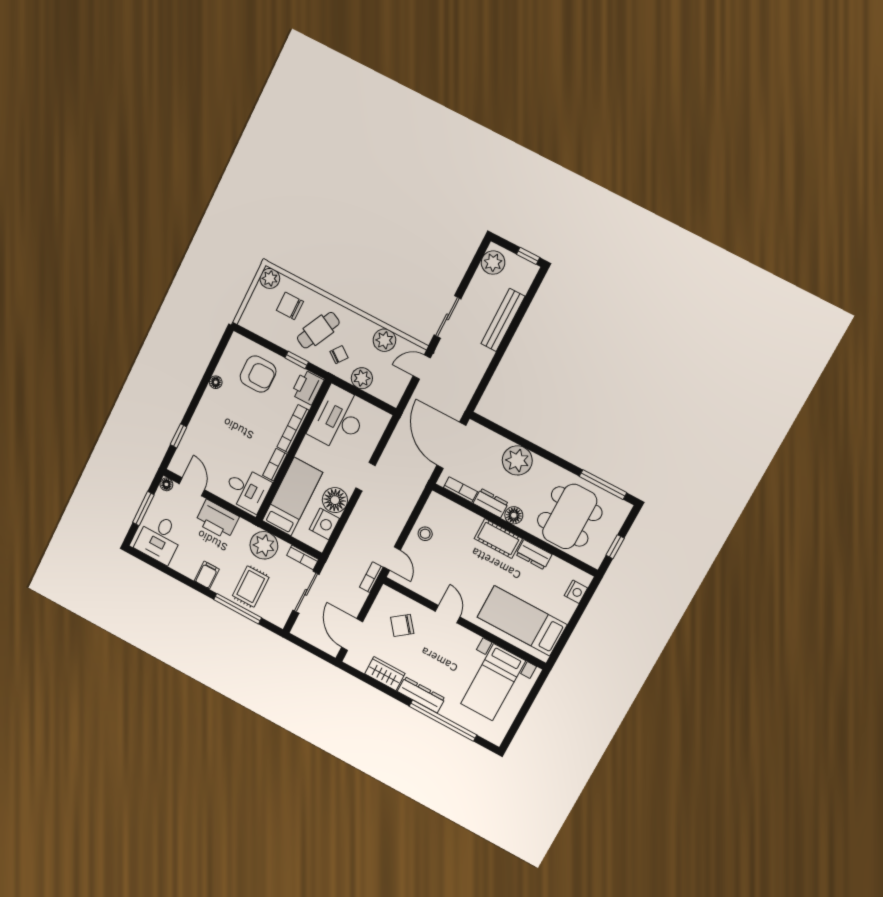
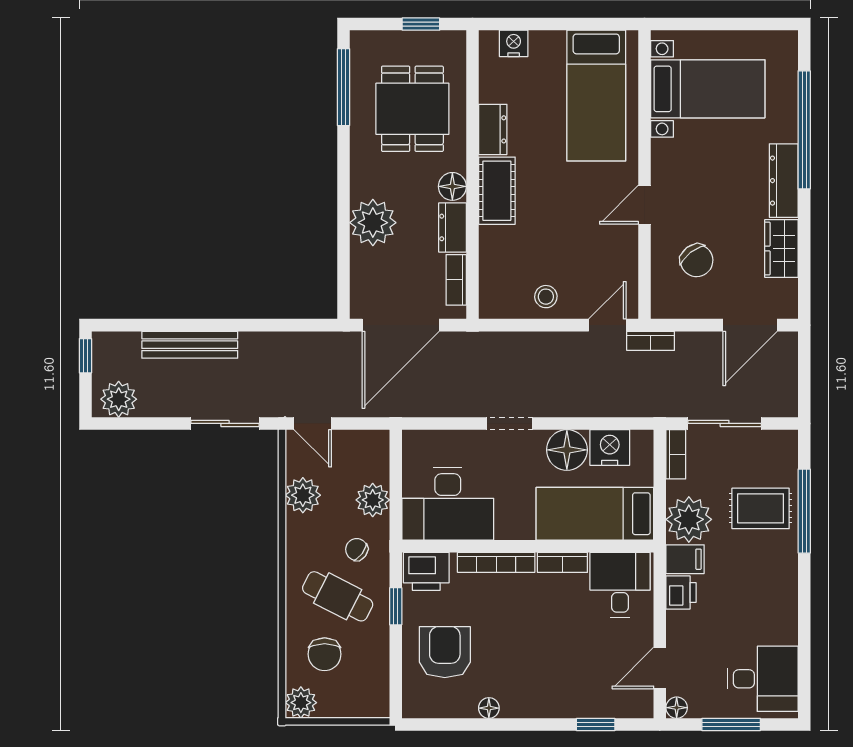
dining table: (570, 517) -> (412, 109), width x0.73
printer: (217, 520) -> (681, 593), width x0.53, depth x0.68
filing cabinet: (207, 575) -> (685, 559), moved, turned 180

